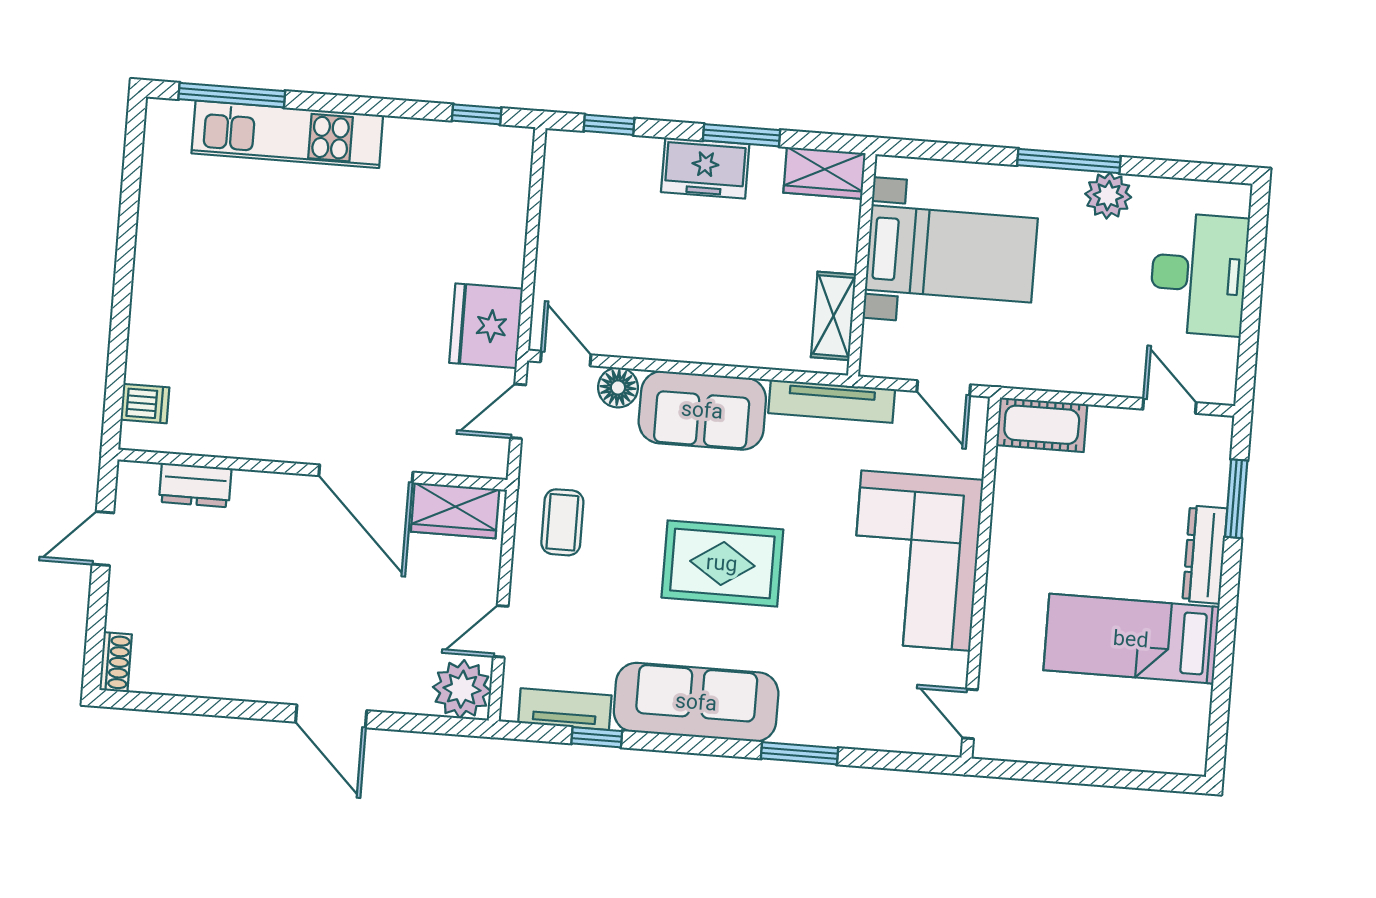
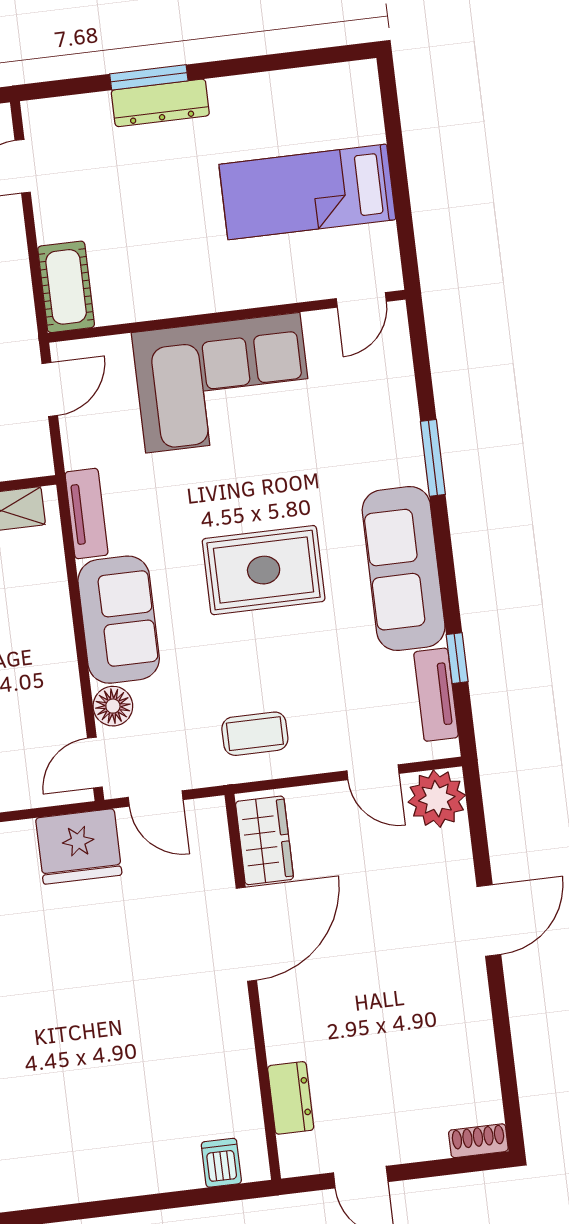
tv unit: (832, 401) -> (87, 513), width x0.71
window: (1236, 499) -> (149, 77), moved
rug: (722, 563) -> (264, 570), turned 90
bed: (1131, 639) -> (307, 192), moved, turned 90

